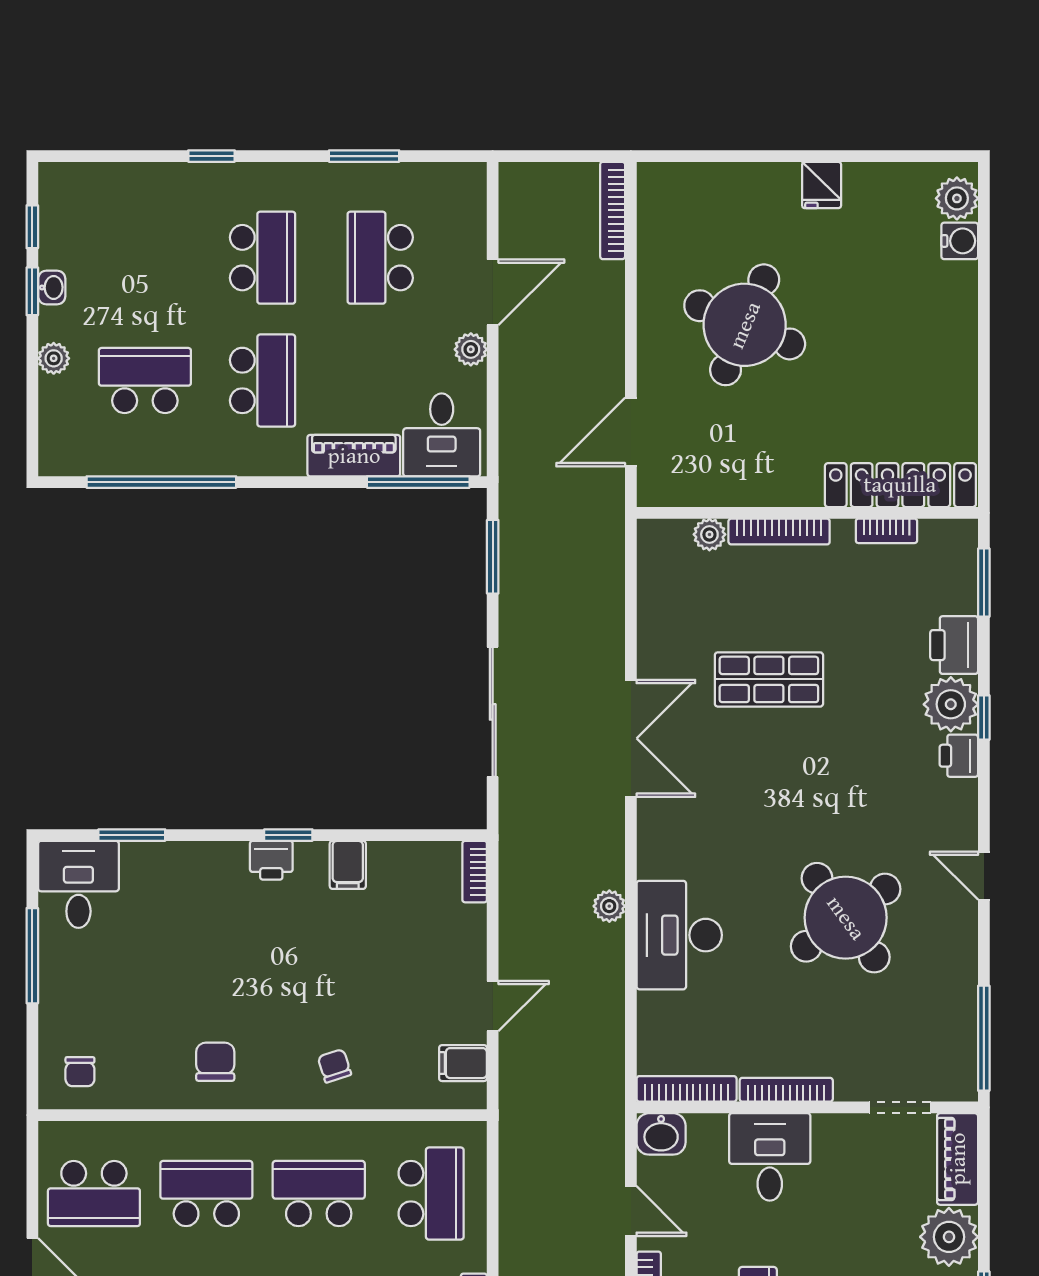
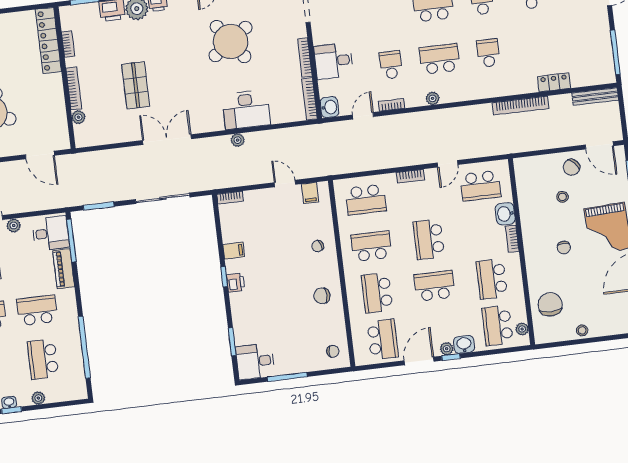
school desk: (319, 1194) -> (371, 246), turned 90
school desk: (431, 1194) -> (366, 200), turned 180

